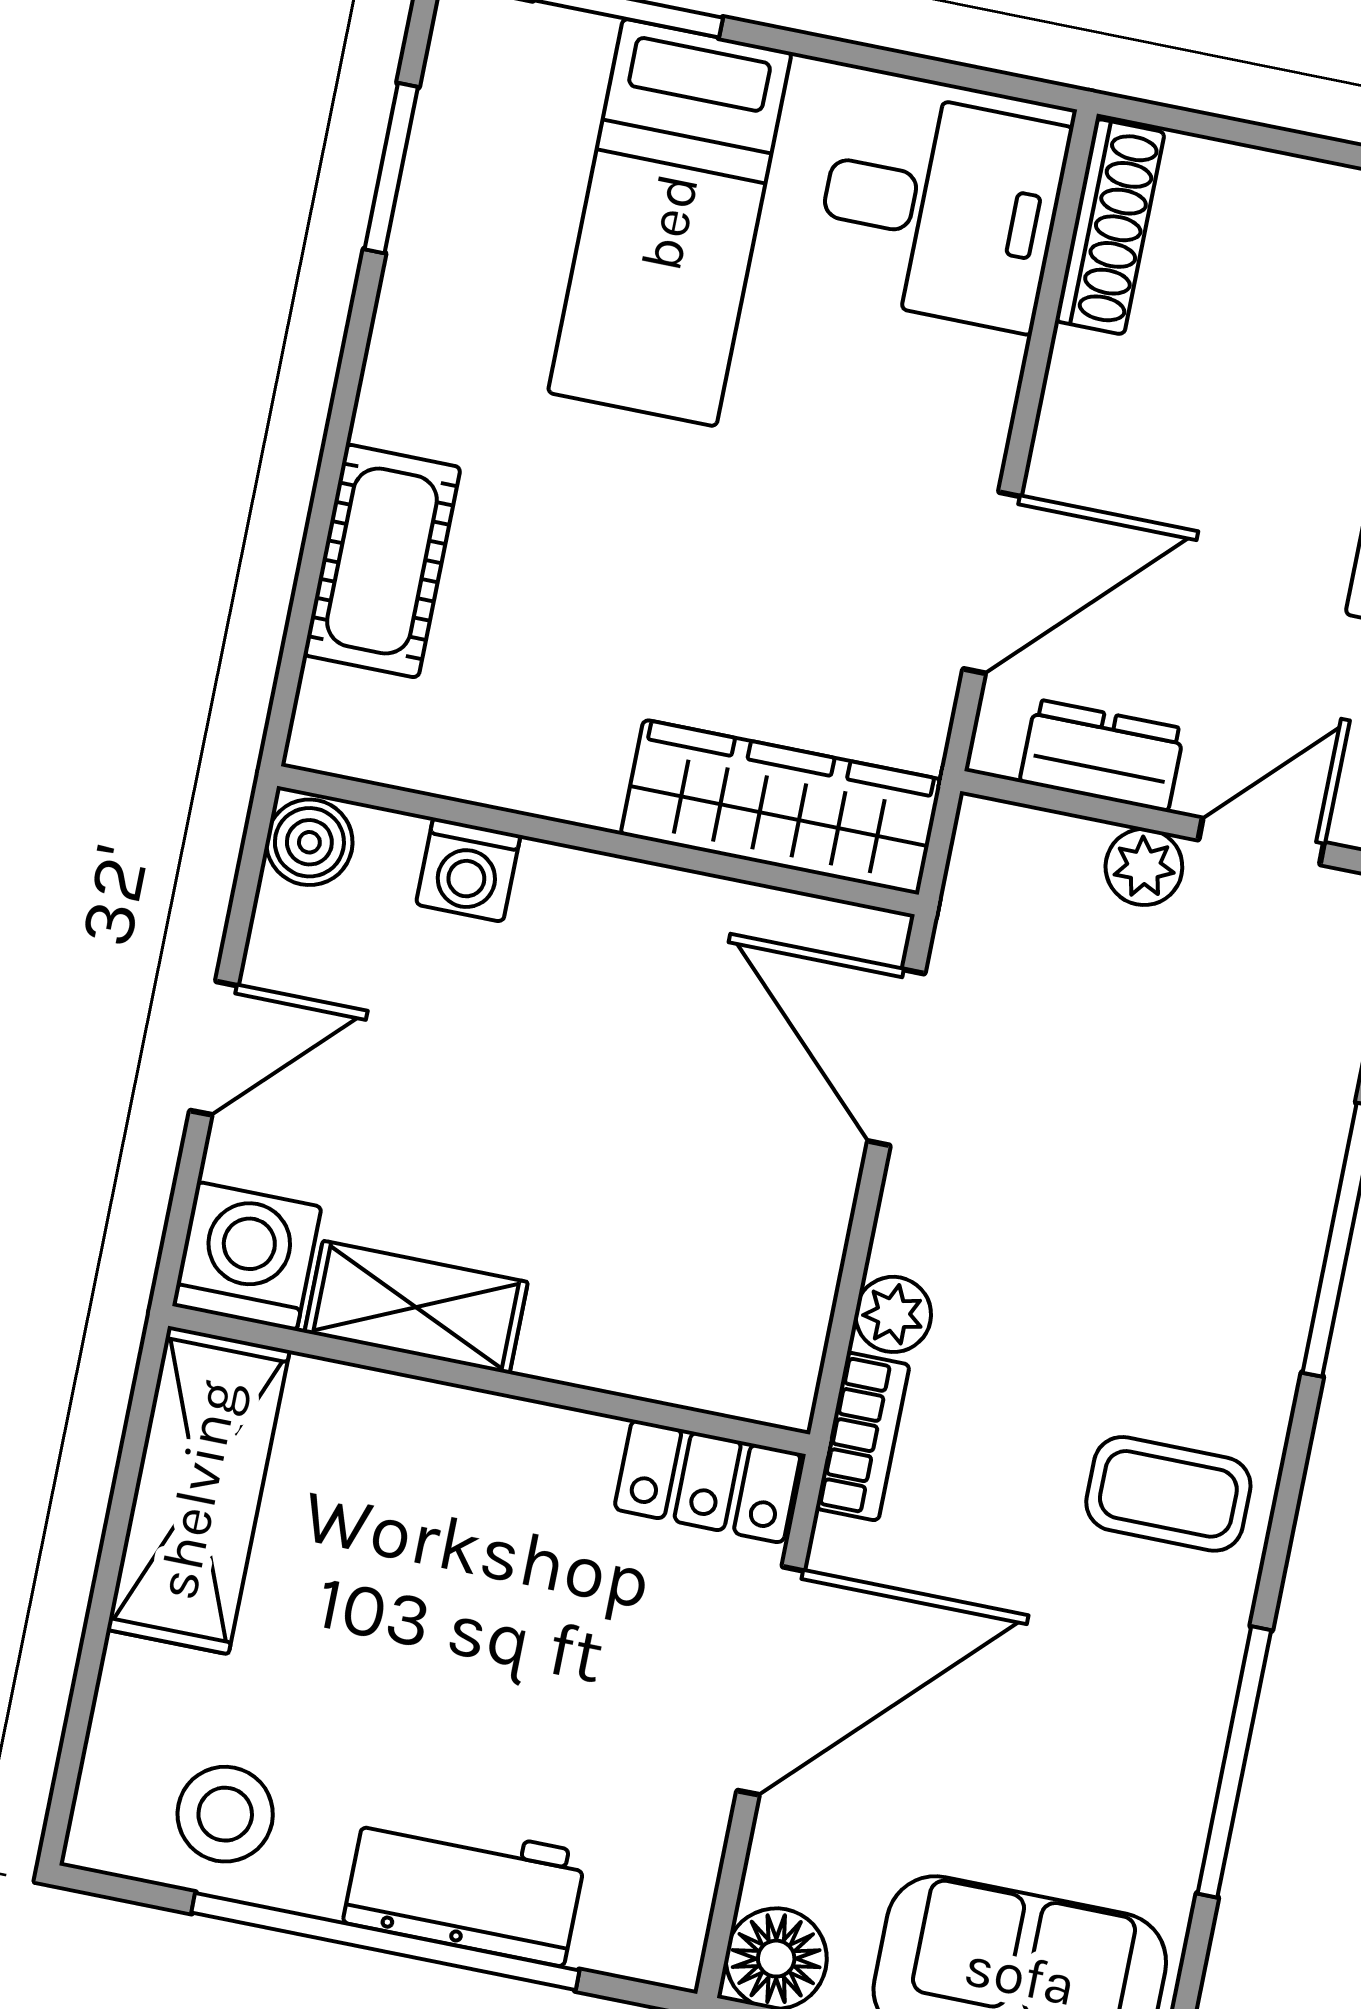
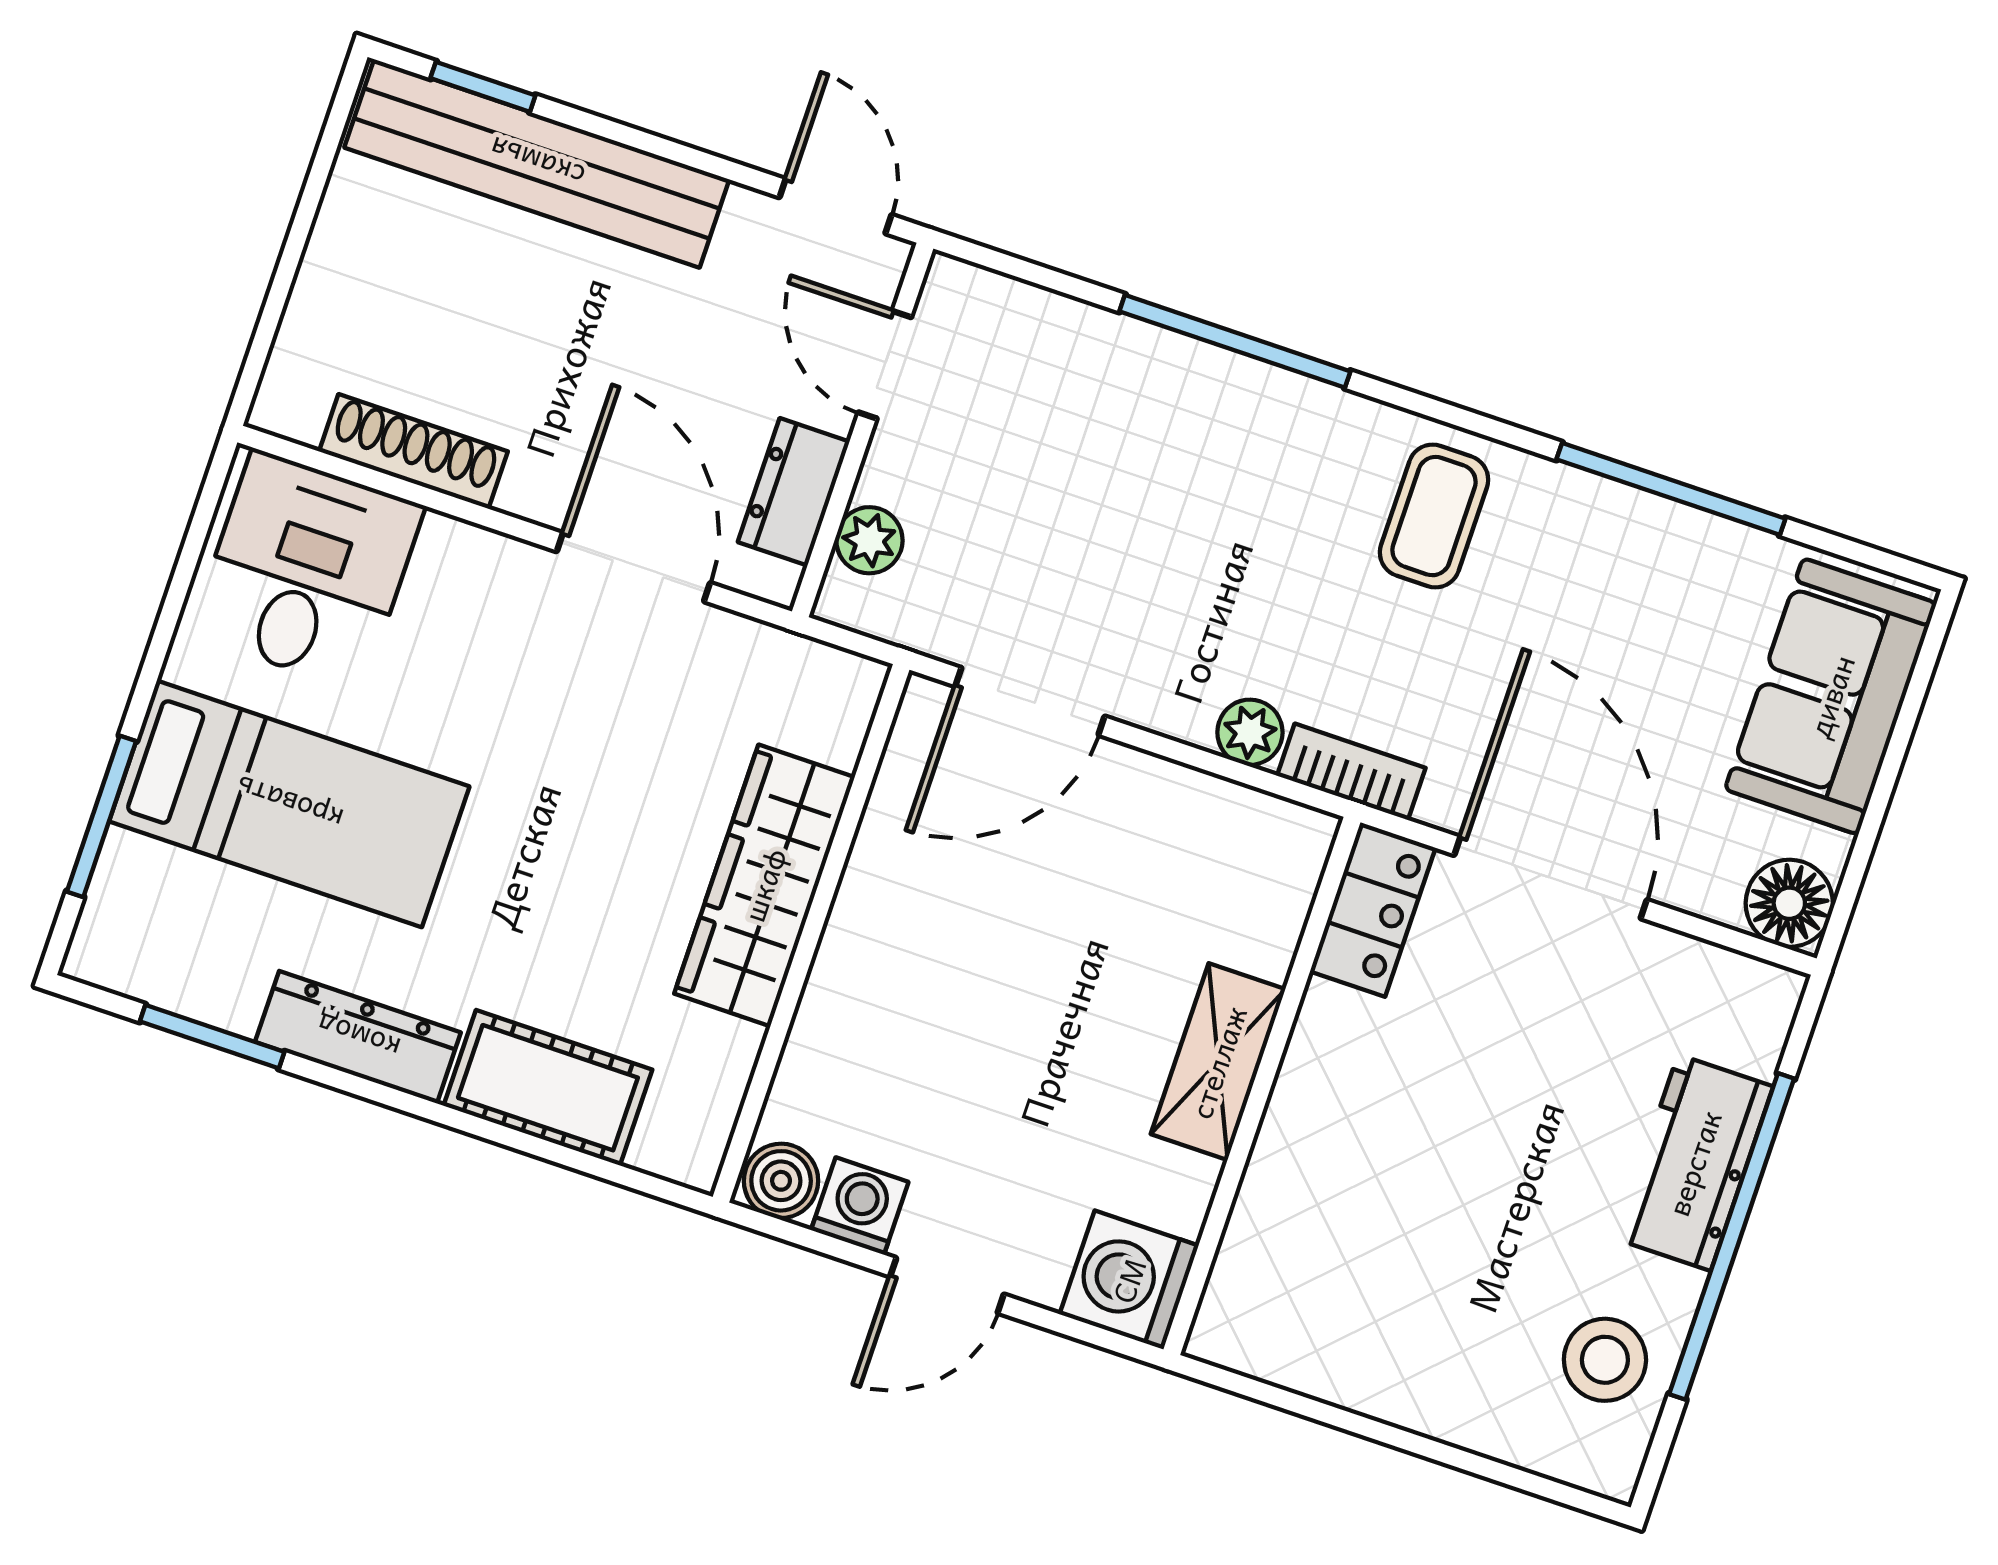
shoe rack: (1110, 227) -> (413, 451), moved
dresser: (412, 336) -> (358, 1037), added
wardrobe: (781, 807) -> (764, 885), moved
plant: (1144, 867) -> (869, 540), moved
washing machine: (468, 870) -> (860, 1206), moved, turned -90
door: (214, 1048) -> (947, 1285), swing flipped
shelving: (416, 1307) -> (1218, 1062), moved
shelving: (198, 1490) -> (1324, 1347), removed

